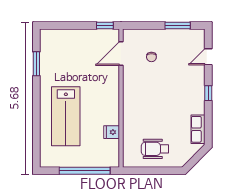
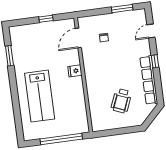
window: (105, 26) -> (46, 19), moved
row of seats: (198, 129) -> (149, 80), width x2.02
fridge: (112, 132) -> (75, 71), moved
wheelchair: (155, 149) -> (121, 101), moved, turned -68

